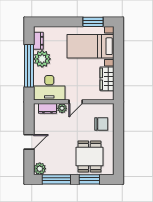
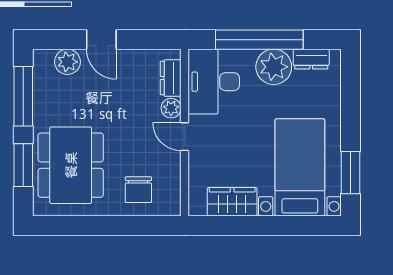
dining table: (89, 157) -> (71, 165), width x1.38
plant: (40, 169) -> (67, 62), moved

